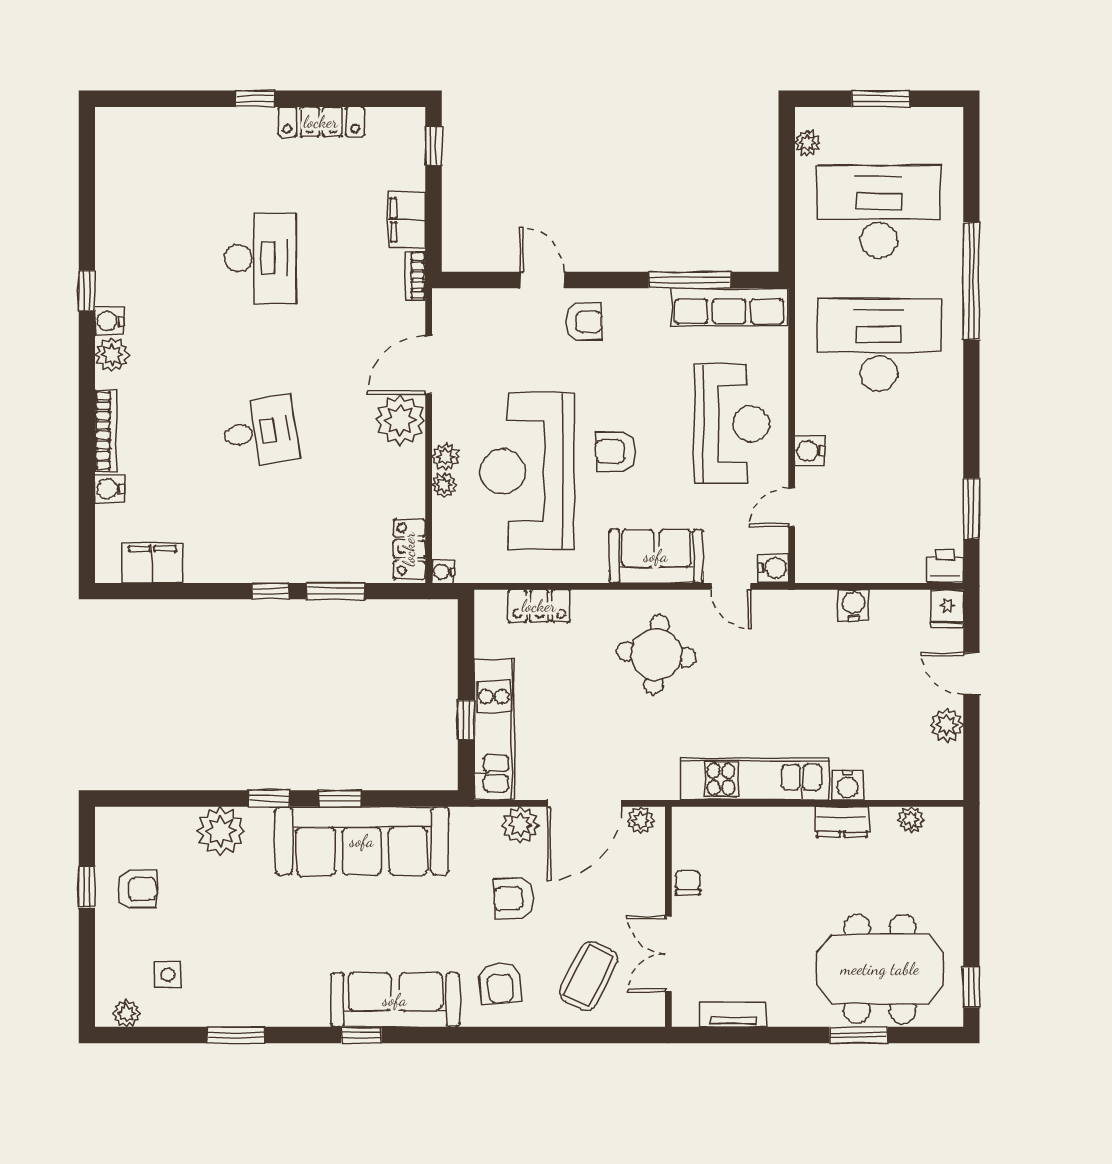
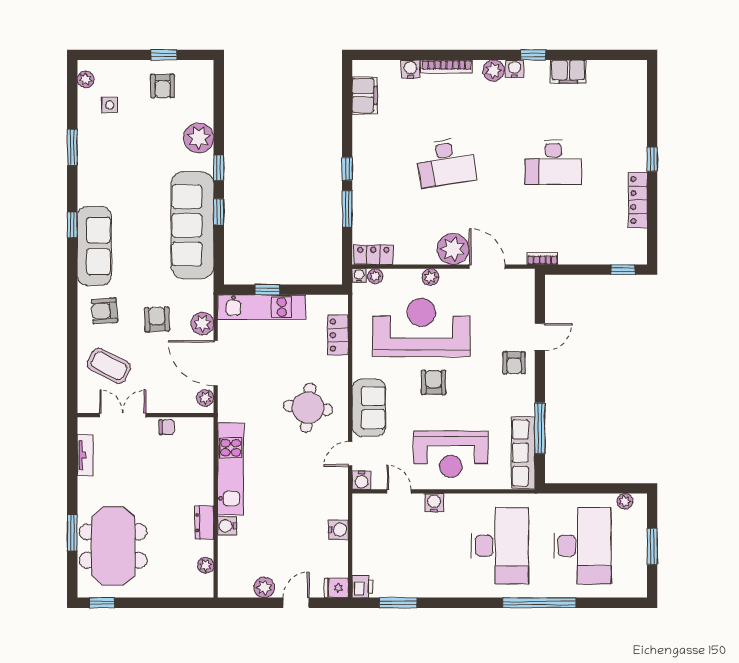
filing cabinet: (407, 220) -> (568, 72), moved, turned 180
desk: (260, 432) -> (446, 162), width x1.37
plant: (444, 485) -> (375, 276), moved

